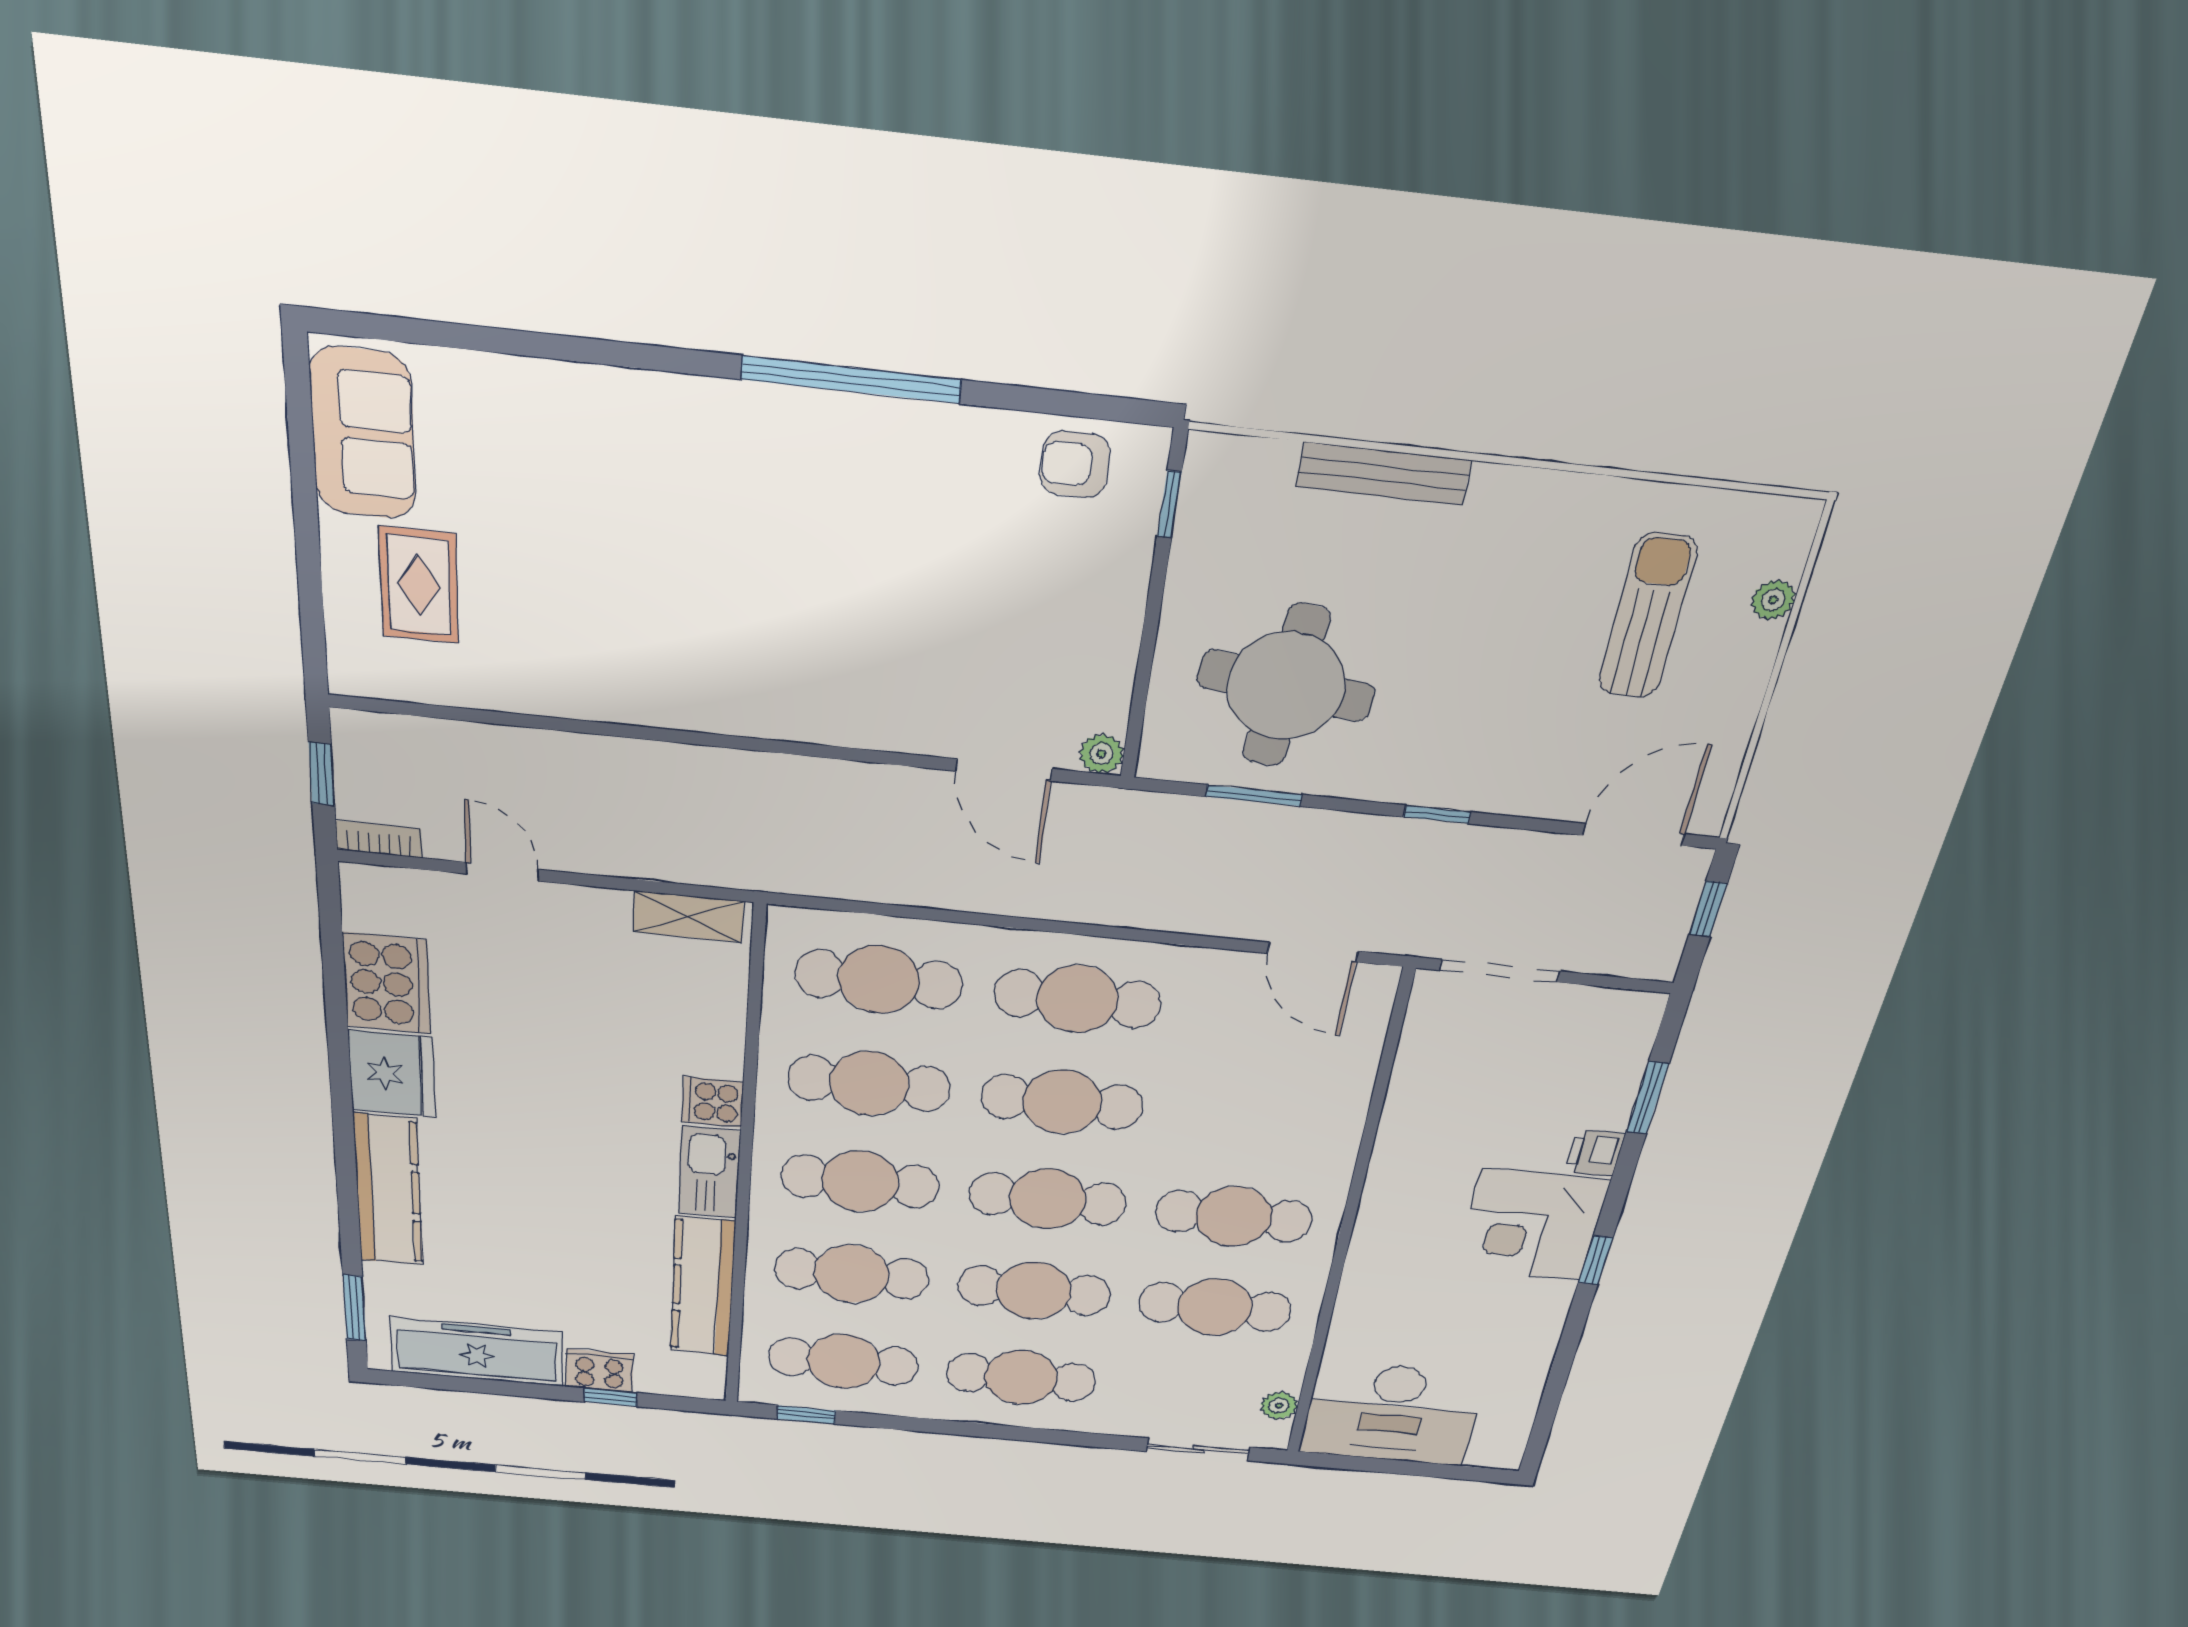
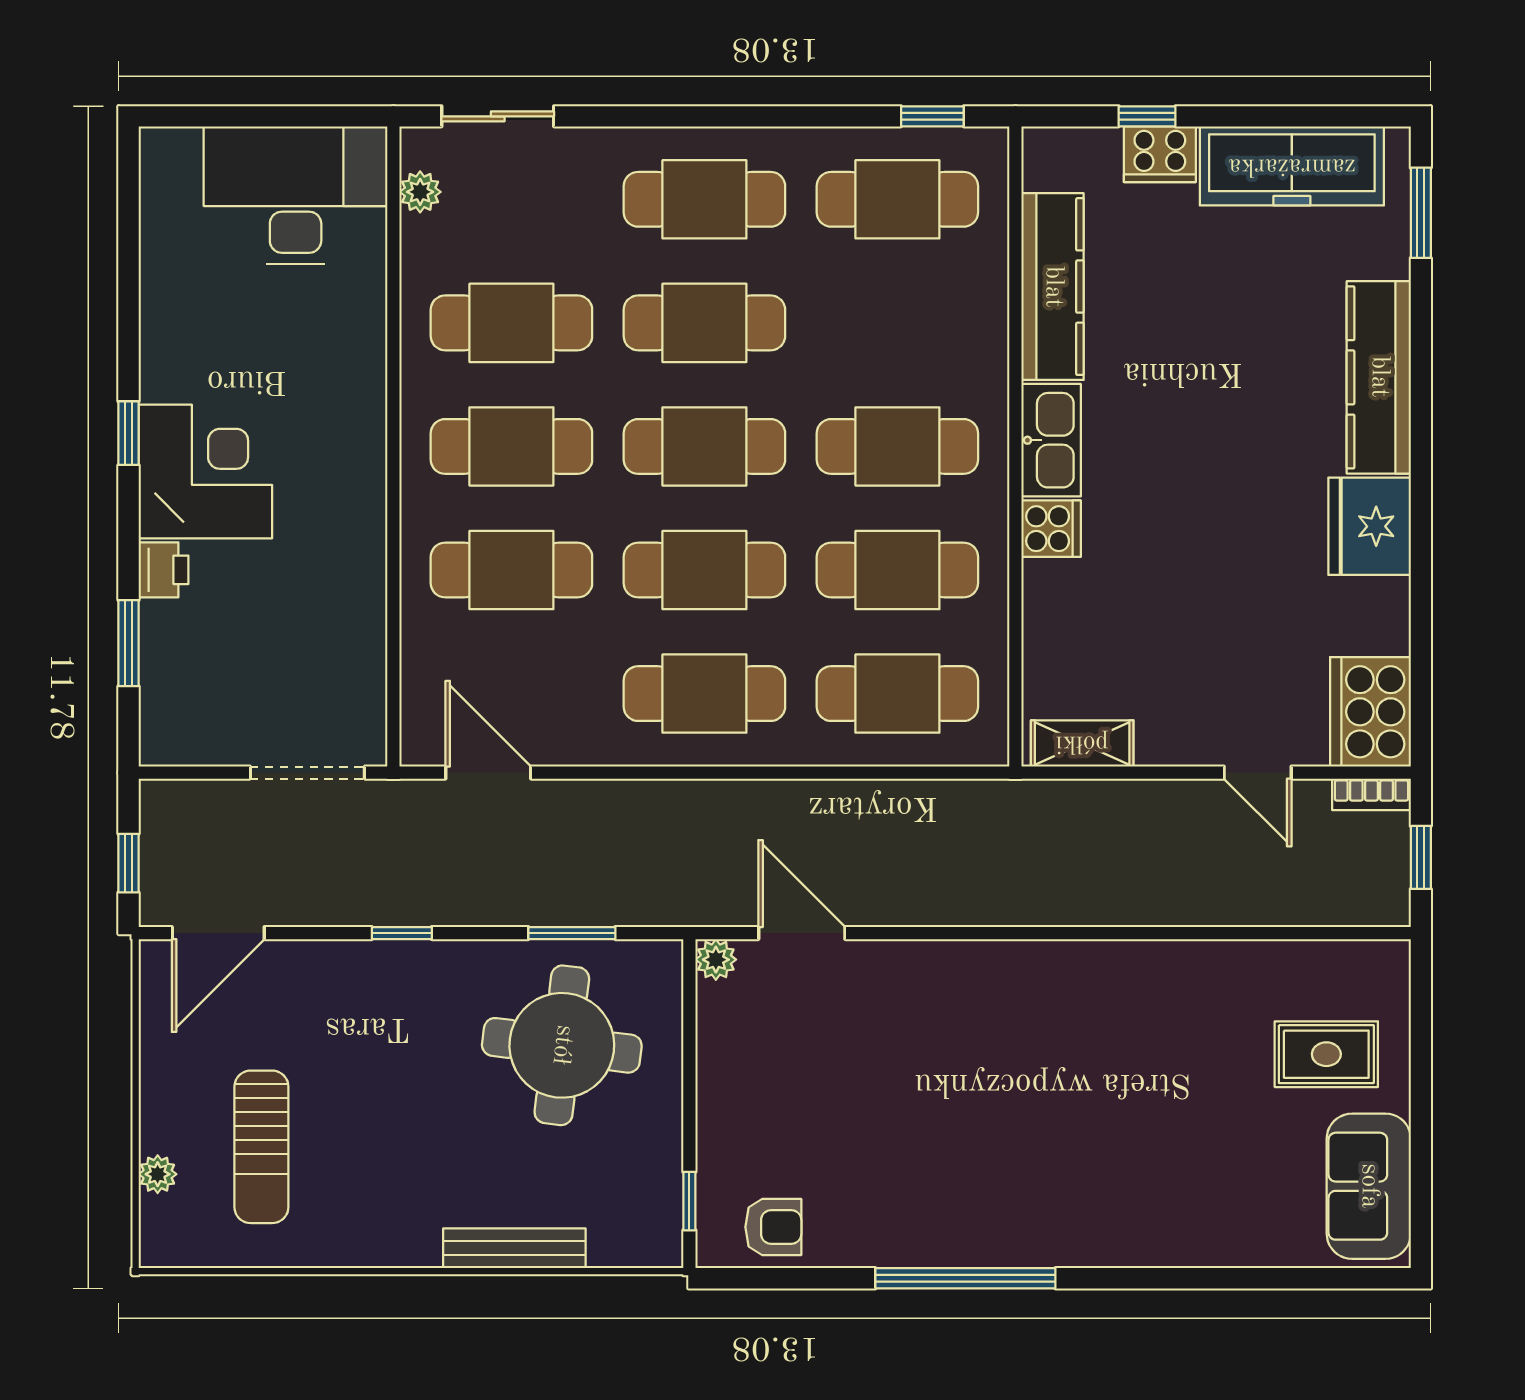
rug: (419, 585) -> (1326, 1054), turned 90
cooker: (387, 983) -> (1370, 712), moved
cafe table: (852, 1274) -> (511, 570), moved

